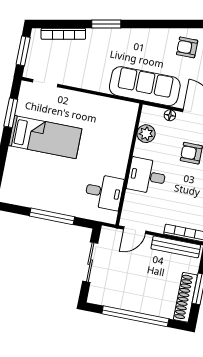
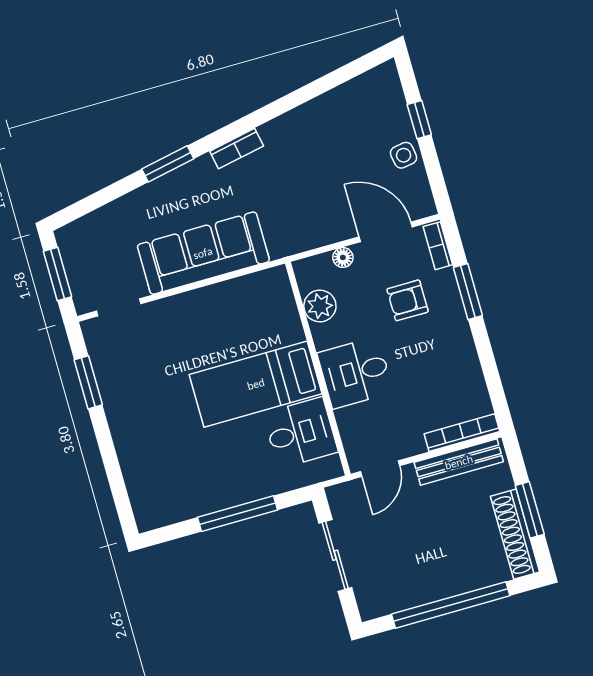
bookcase: (63, 34) -> (237, 149), moved, width x0.64
armchair: (187, 47) -> (315, 136), removed
sofa: (145, 86) -> (203, 253), moved
bed: (45, 137) -> (256, 384), moved, turned 180

